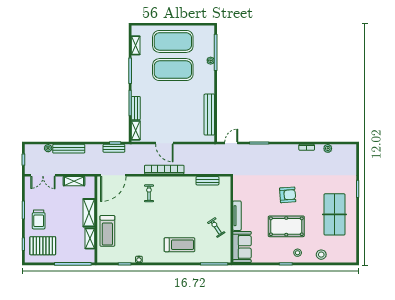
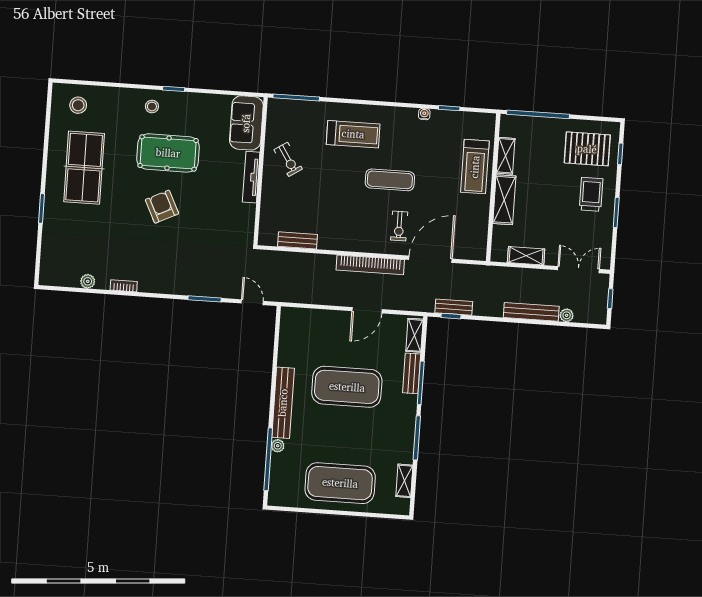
exercise mat: (173, 70) -> (347, 387), moved
bench: (209, 115) -> (283, 403), moved
door: (164, 143) -> (367, 310), swing flipped
door: (231, 143) -> (252, 302), swing flipped
door: (113, 175) -> (430, 259), moved
armchair: (288, 195) -> (162, 207), turned 68
exercise mat: (156, 220) -> (390, 180), added
treadmill: (107, 231) -> (475, 167), turned 180
treadmill: (179, 245) -> (353, 134), turned 180
stool: (321, 255) -> (78, 105), moved

